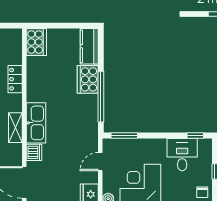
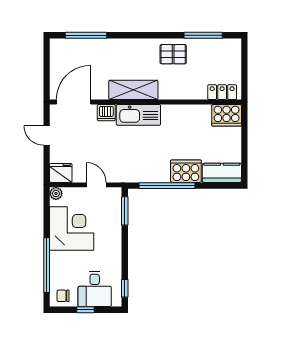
locker: (15, 79) -> (222, 92), moved
shelving: (15, 128) -> (133, 90), width x1.50, depth x1.33
desk: (182, 155) -> (95, 289), moved, turned 90

